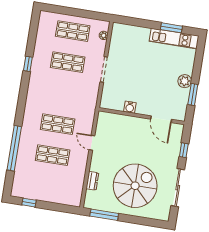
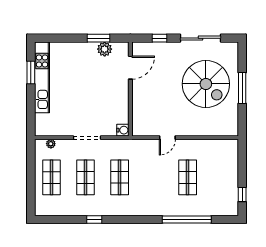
kitchen unit: (174, 39) -> (42, 77), width x1.36
plant: (185, 81) -> (105, 49), moved
water cooler: (130, 107) -> (123, 130), moved
shop shelf: (58, 124) -> (120, 177), moved
dresser: (92, 181) -> (208, 131), removed
spiral stairs: (135, 186) -> (206, 84), turned 180
window: (104, 215) -> (242, 88), moved

